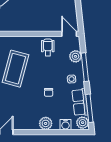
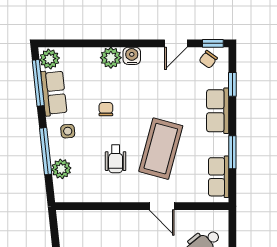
door: (69, 34) -> (162, 206), moved
wheelchair: (48, 47) -> (116, 159), moved
water cooler: (65, 125) -> (132, 56), moved

